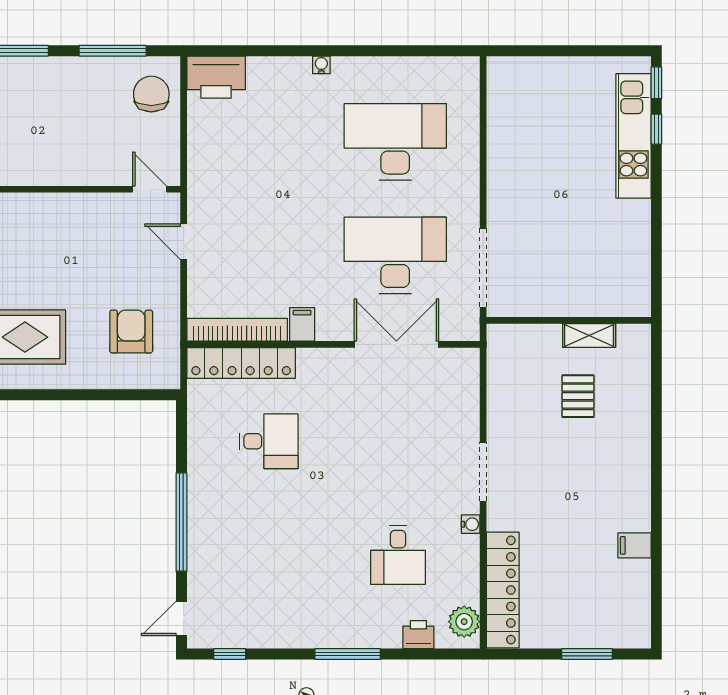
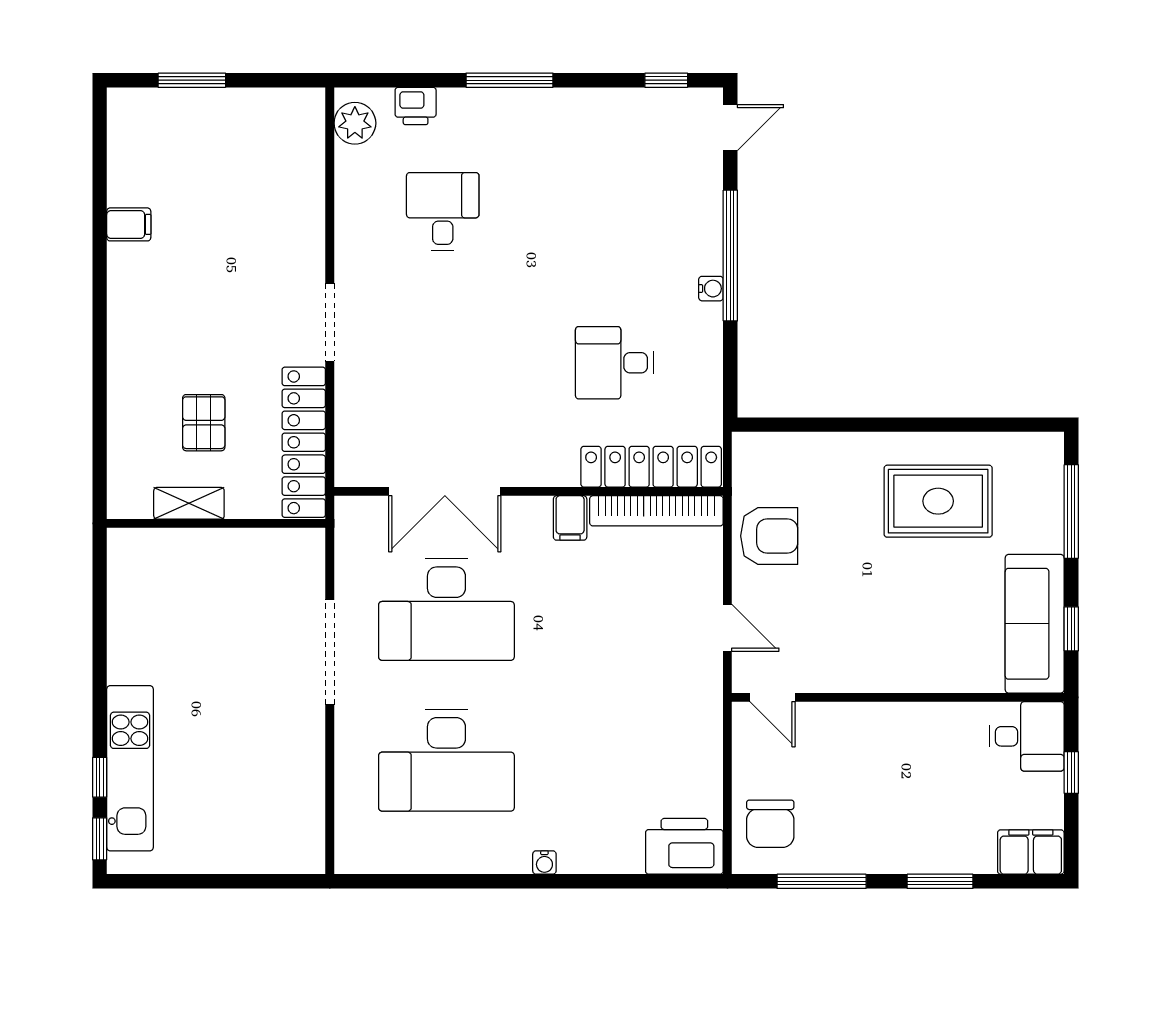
doorway: (483, 268) -> (330, 652), moved
armchair: (131, 331) -> (769, 536), moved, turned -90
water cooler: (471, 524) -> (711, 289), moved, turned 180
locker: (503, 590) -> (304, 442), moved

